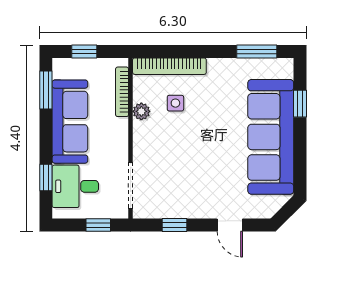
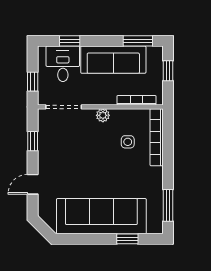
plant: (141, 111) -> (103, 115), moved

